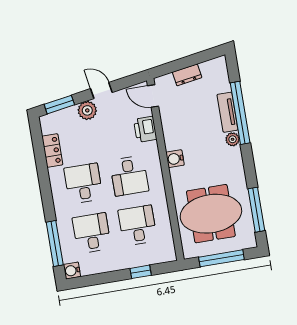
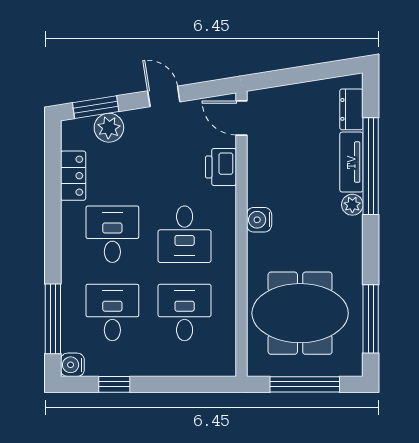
dresser: (187, 75) -> (351, 109), moved, turned 99
plant: (87, 110) -> (109, 128), moved
window: (141, 272) -> (114, 384), moved

